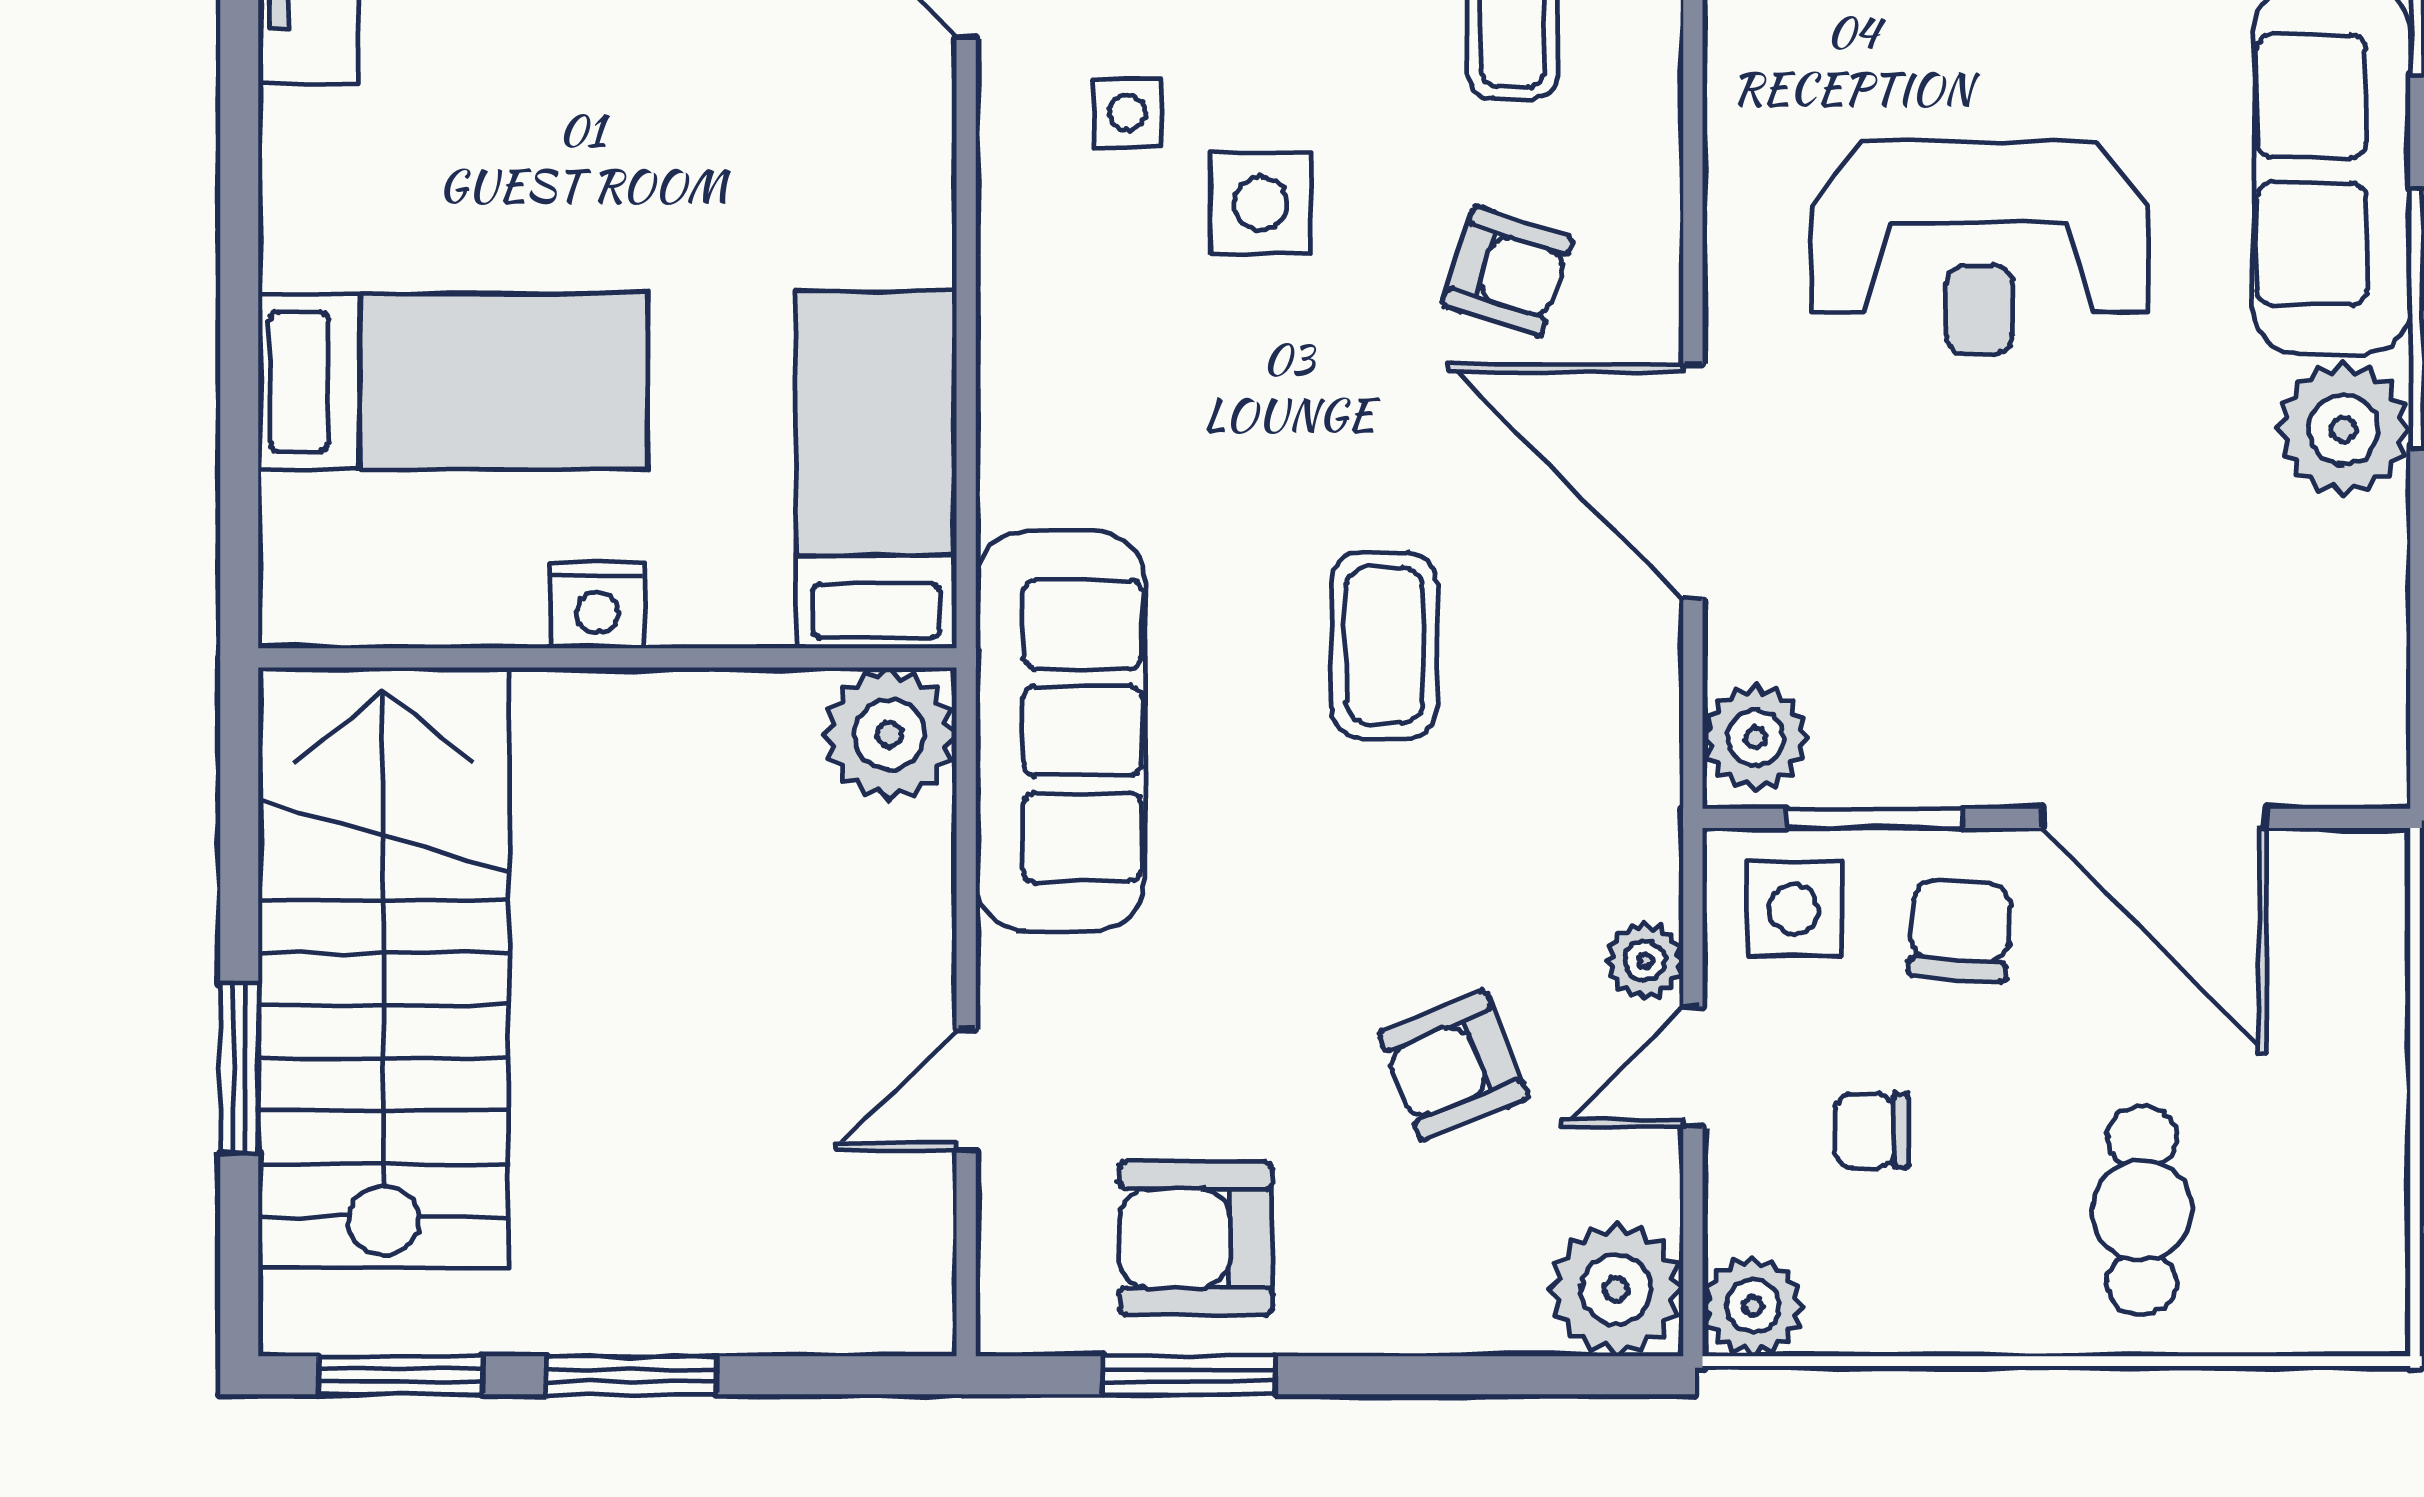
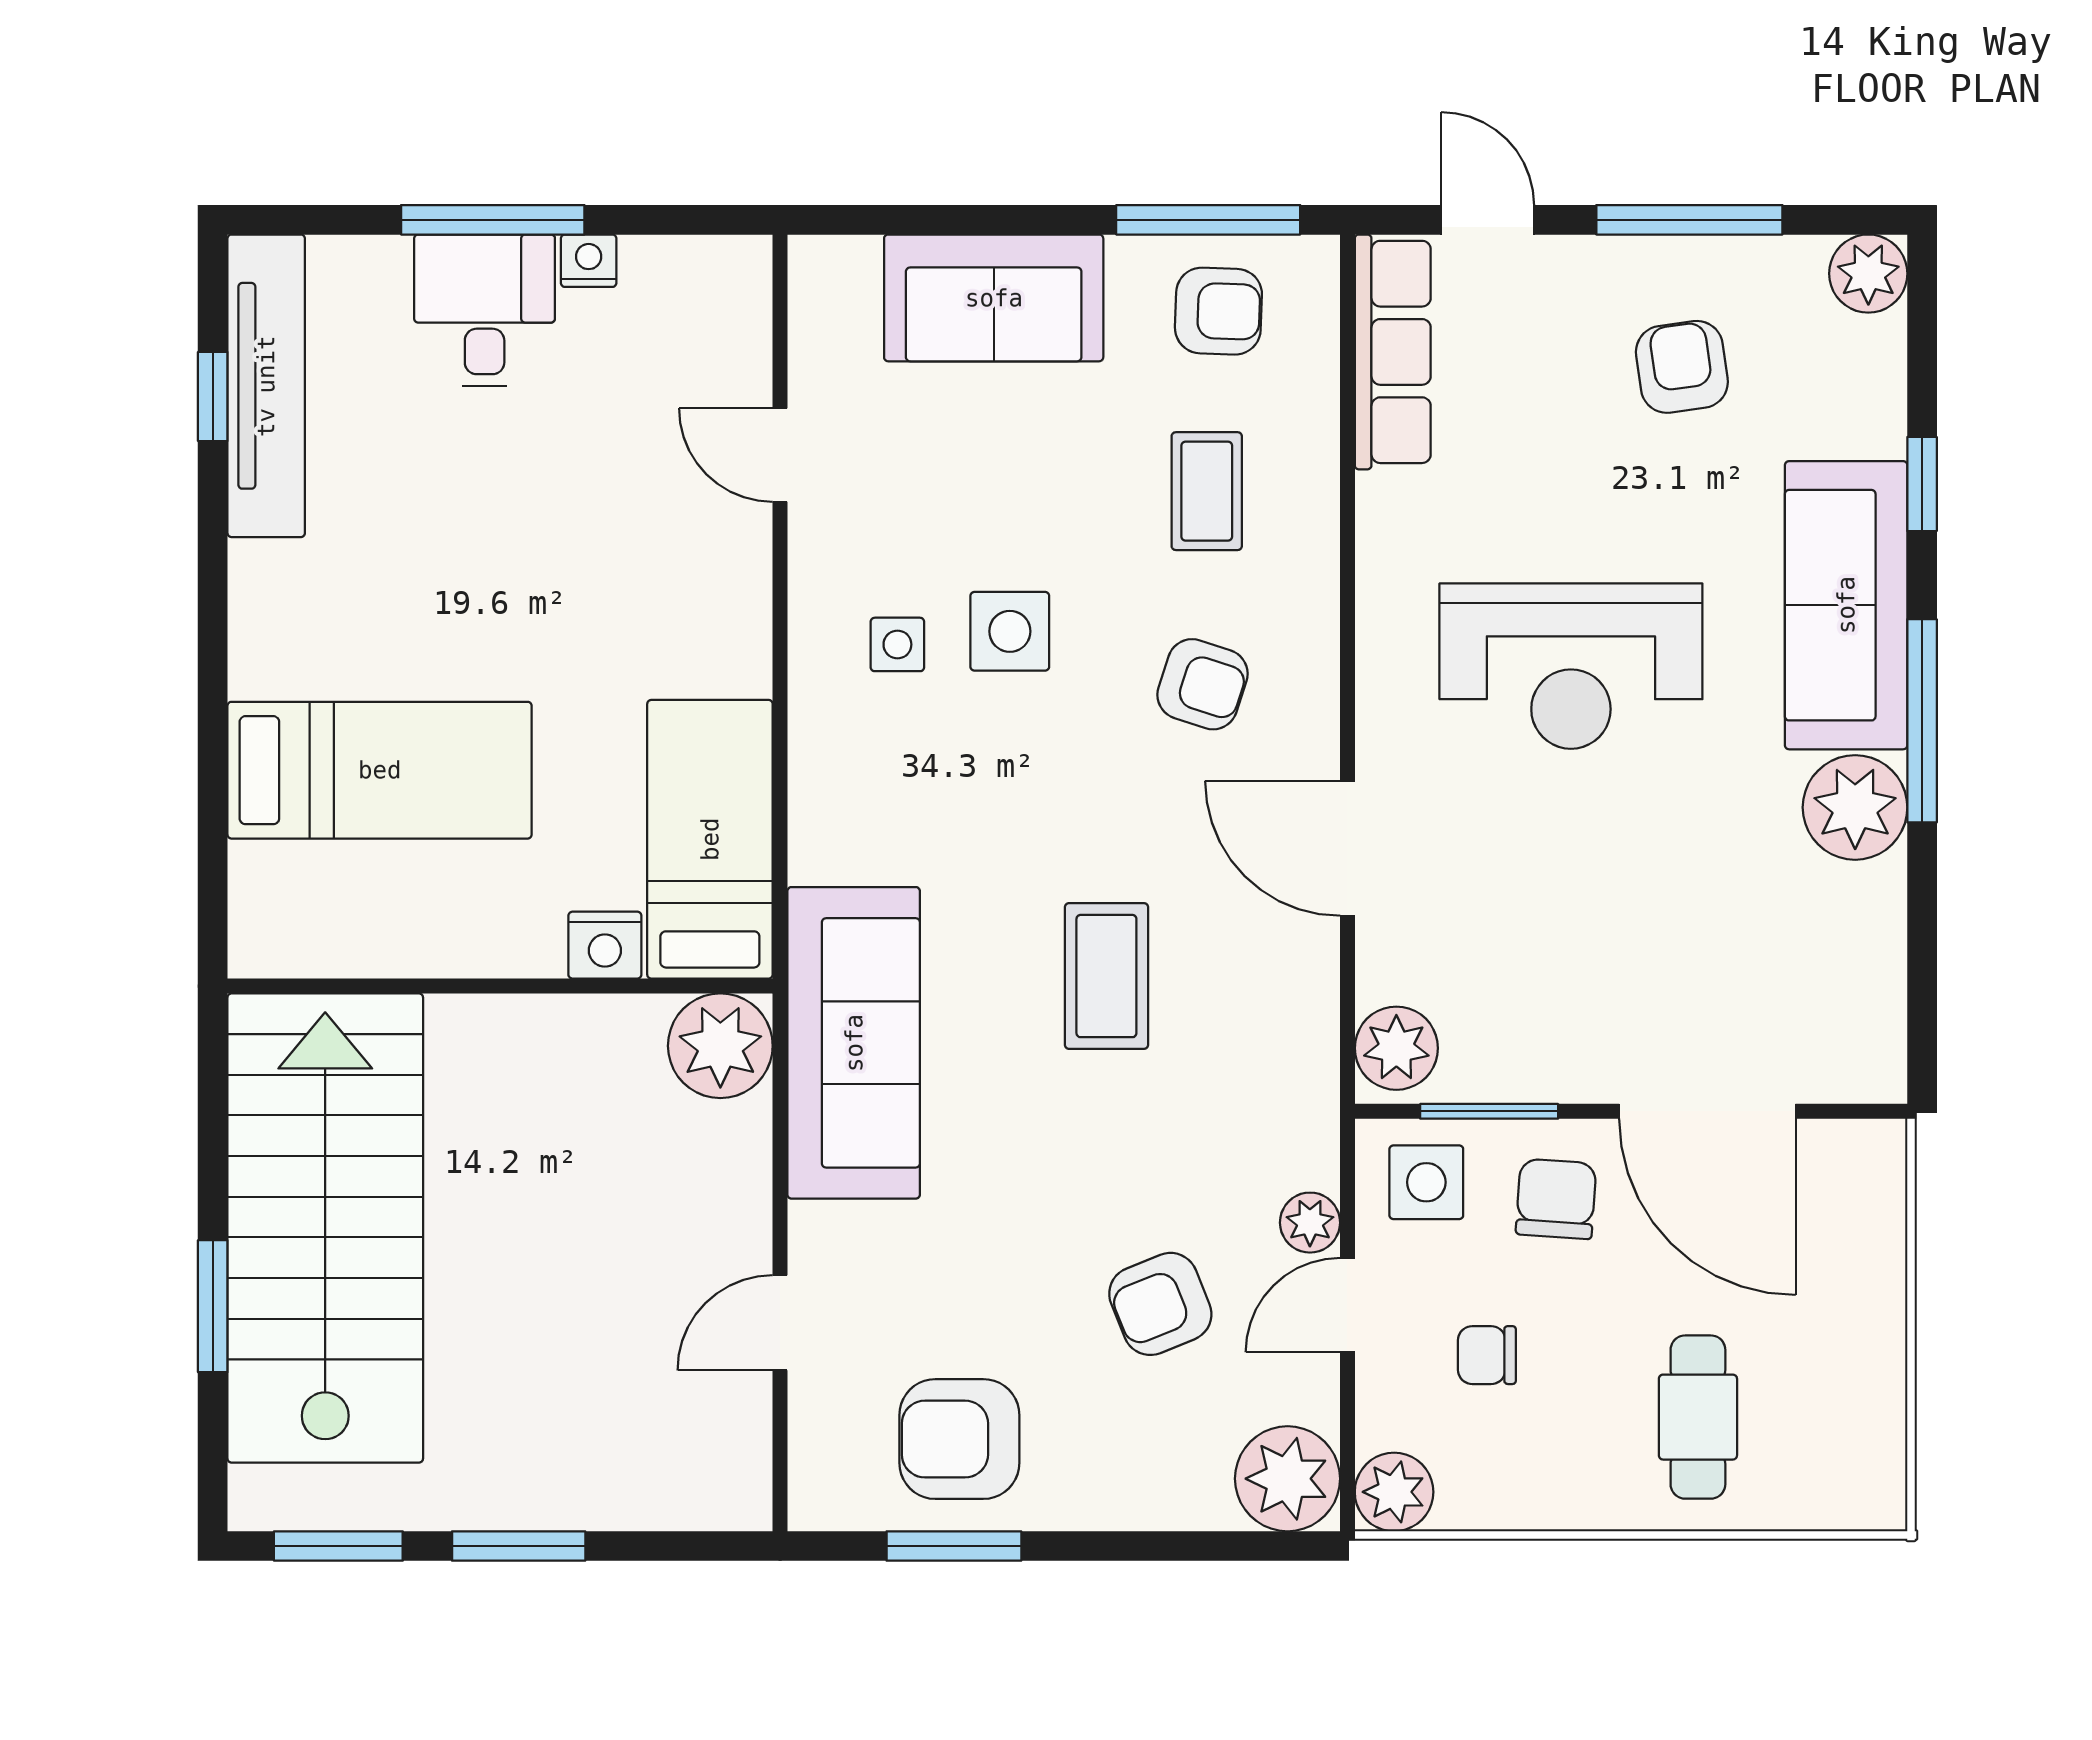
side table: (1127, 112) -> (897, 644), moved
door: (1693, 482) -> (1347, 848), width x0.73
nightstand: (597, 606) -> (605, 945), moved

